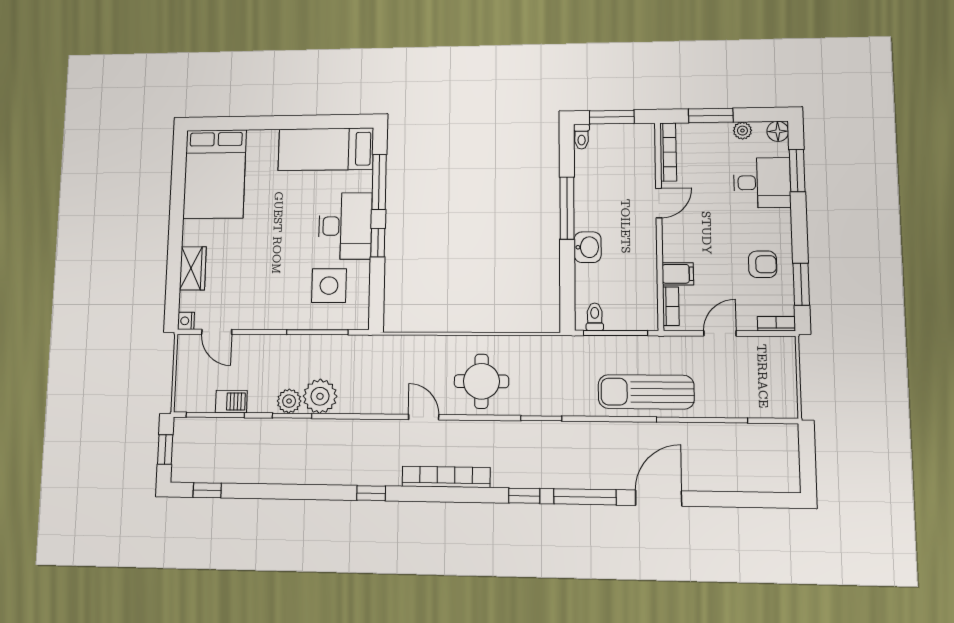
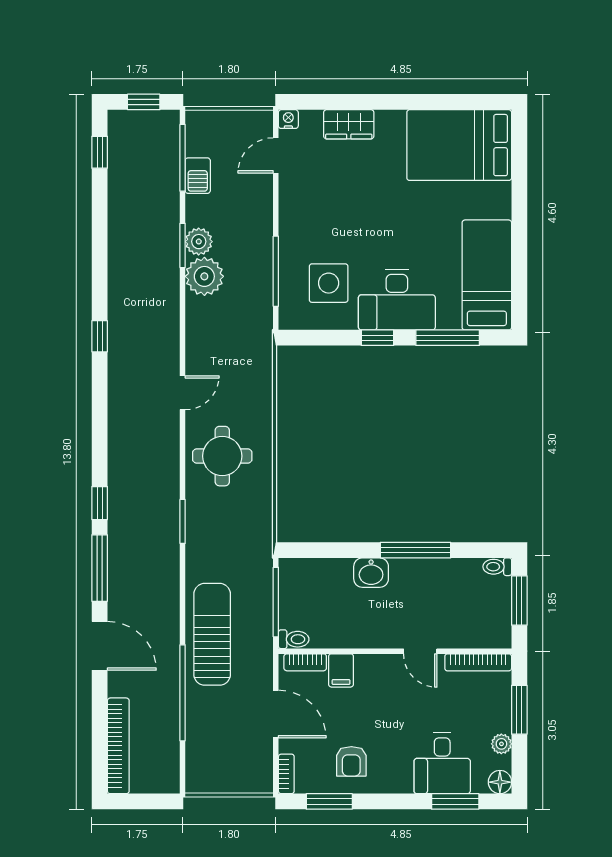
toilet: (595, 317) -> (294, 639), moved
door: (720, 333) -> (276, 714), width x1.38
bookcase: (446, 477) -> (118, 746), moved

